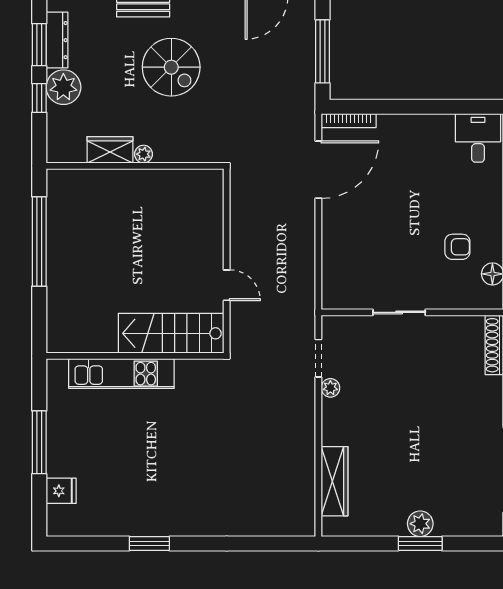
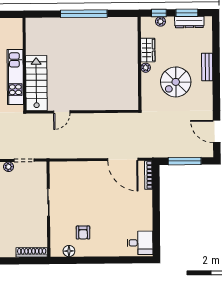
plant: (63, 87) -> (160, 21), width x0.53, depth x0.53
wardrobe: (110, 150) -> (148, 50), moved
plant: (143, 154) -> (146, 68), moved
wall: (135, 166) -> (140, 63), moved
kitchen unit: (121, 374) -> (15, 77), moved

